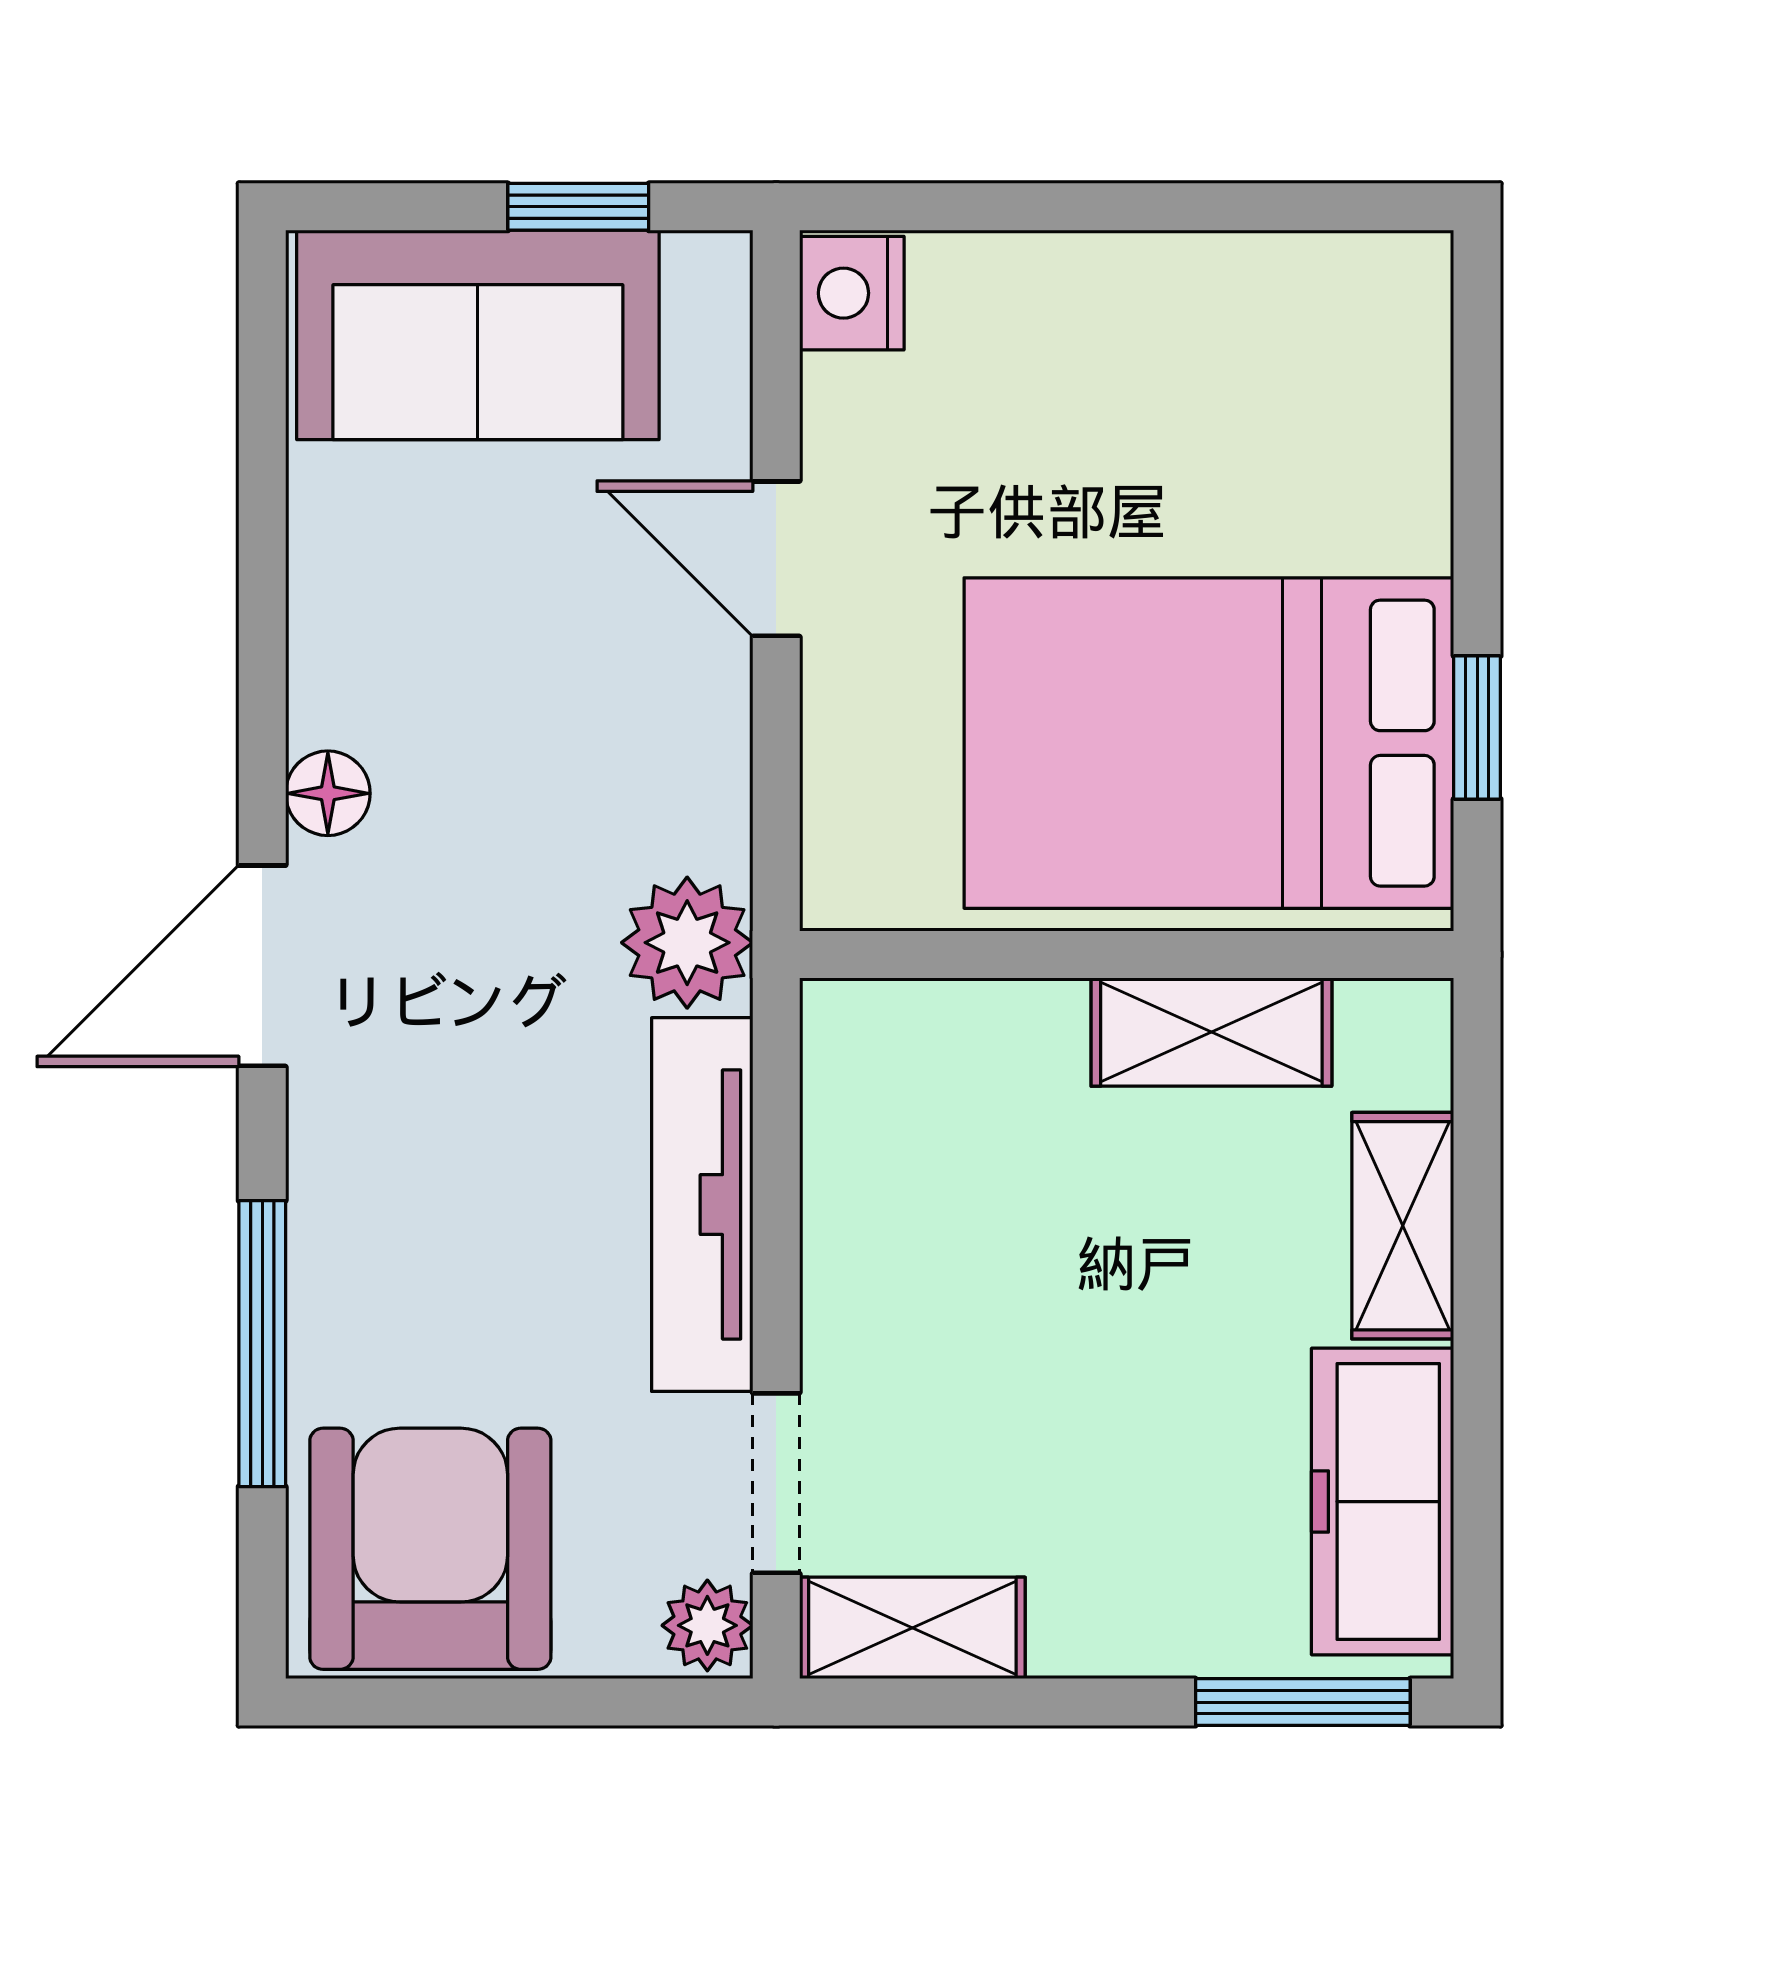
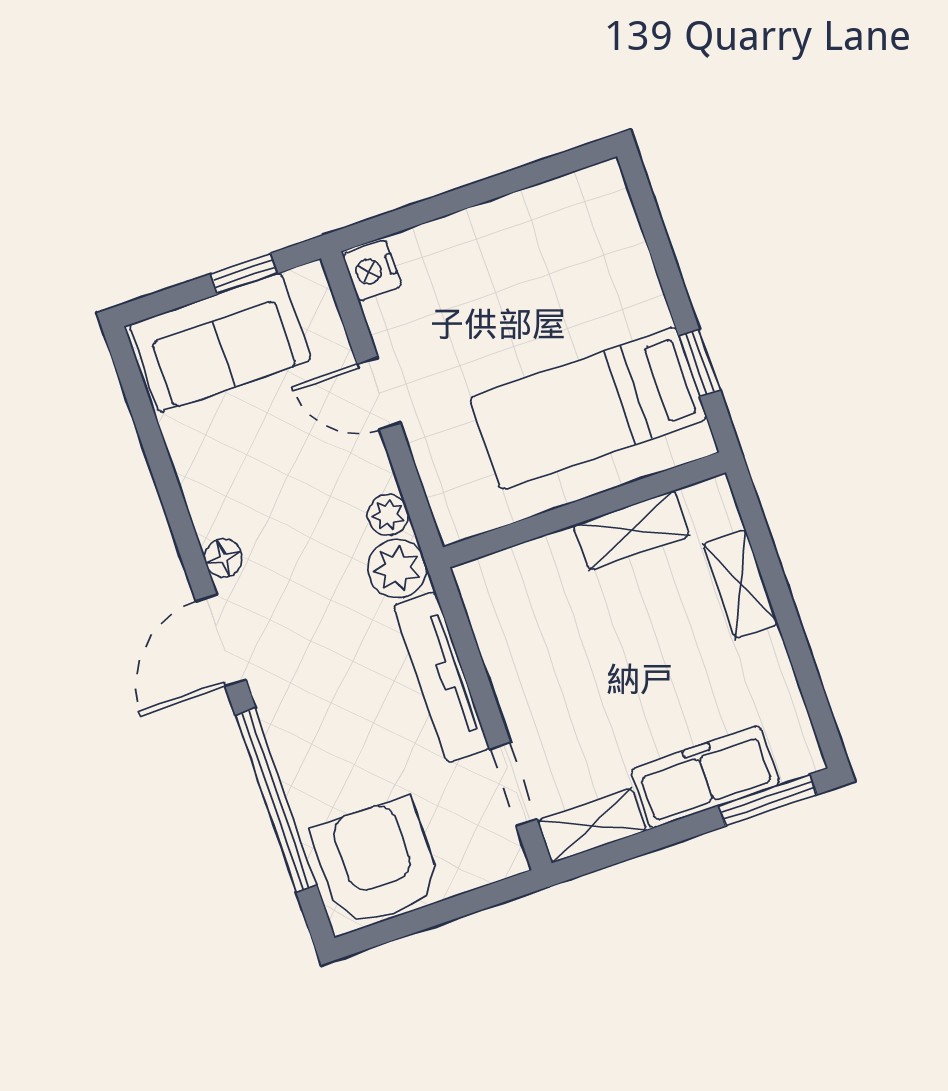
bed: (1209, 743) -> (588, 408), width x0.67
window: (262, 1344) -> (276, 800), width x1.46
freezer: (1383, 1502) -> (705, 777), moved, turned 90
plant: (707, 1625) -> (388, 515), moved

